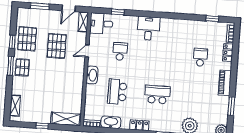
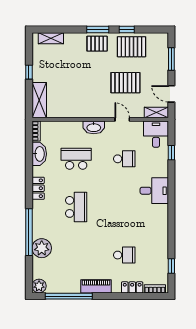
window: (231, 106) -> (69, 296), width x2.11

